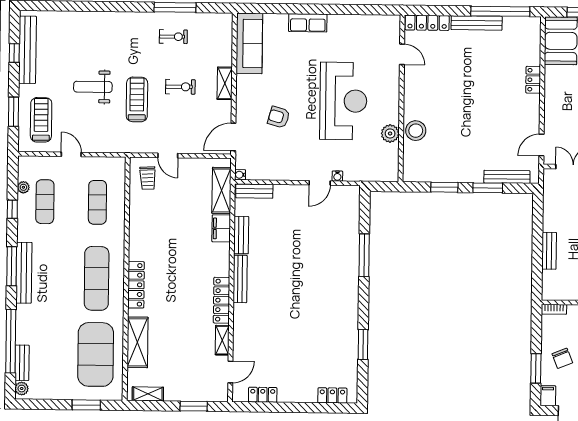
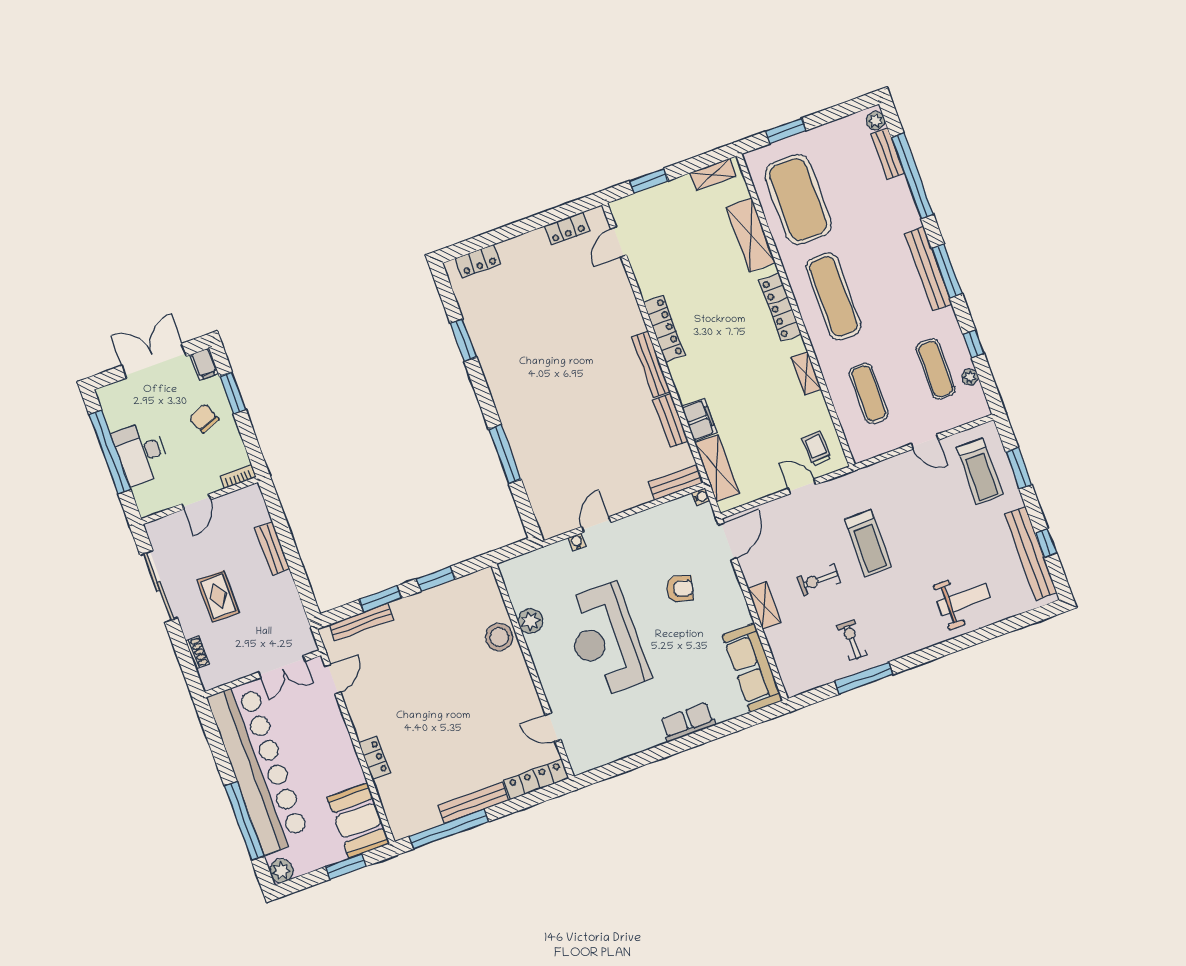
exercise bike: (173, 37) -> (852, 640), turned 90
weight bench: (93, 87) -> (964, 600), moved
shelving: (222, 340) -> (806, 373), moved

